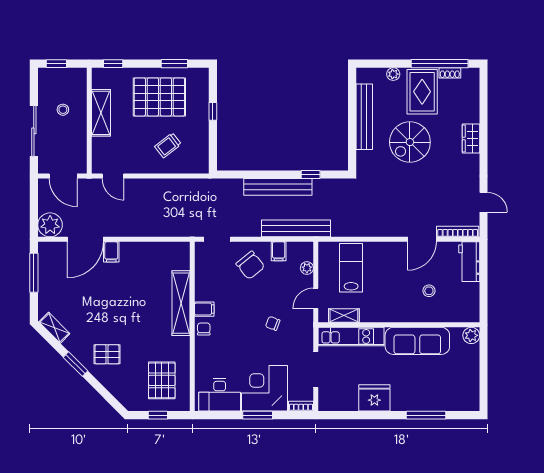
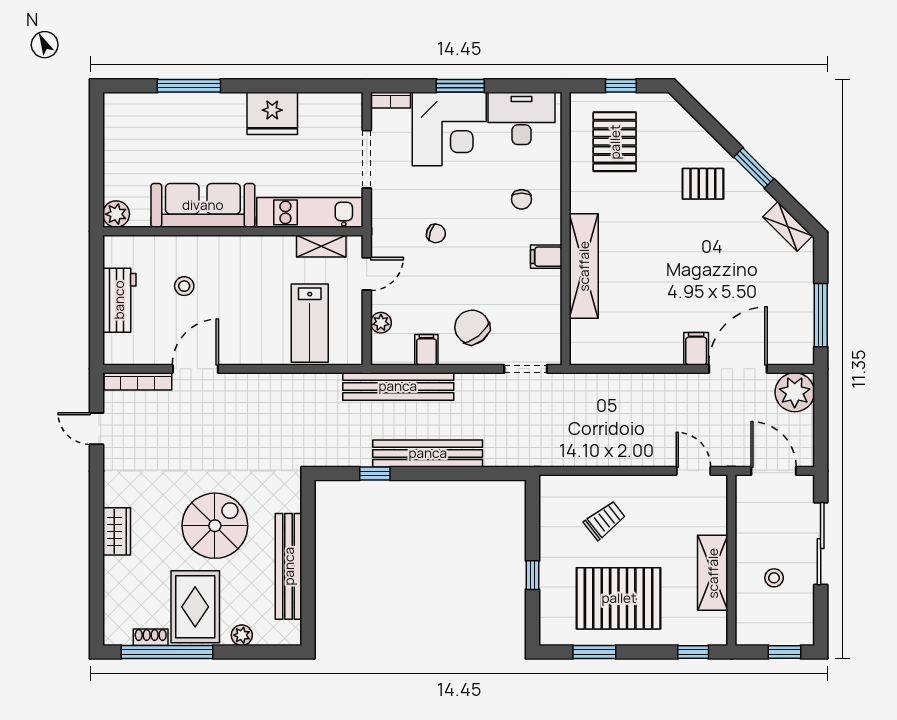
workbench: (469, 262) -> (119, 300), moved
chair: (204, 329) -> (522, 199), moved

